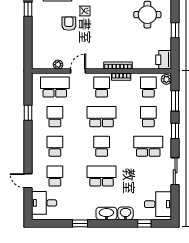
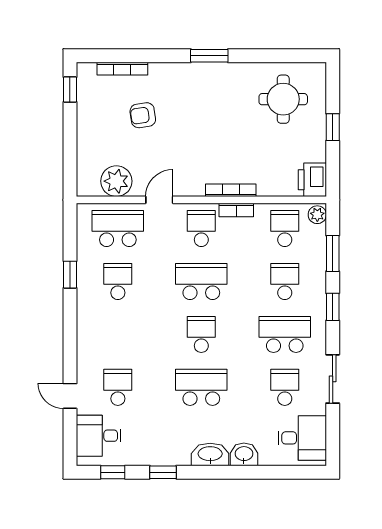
armchair: (69, 24) -> (143, 115), turned -98
plant: (58, 65) -> (116, 181), width x1.88, depth x1.88
school desk: (55, 146) -> (285, 387), moved
window: (144, 223) -> (113, 472), moved

